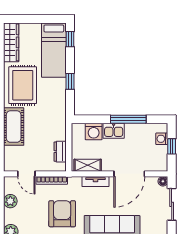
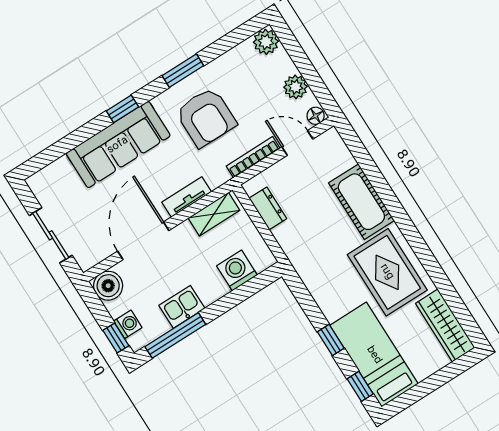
window: (70, 81) -> (331, 340), moved
window: (128, 119) -> (175, 335), moved
kitchen sink: (114, 131) -> (182, 307), moved
window: (172, 146) -> (116, 338), moved
boiler: (160, 163) -> (108, 286), added
floor lamp: (163, 181) -> (316, 116), moved

